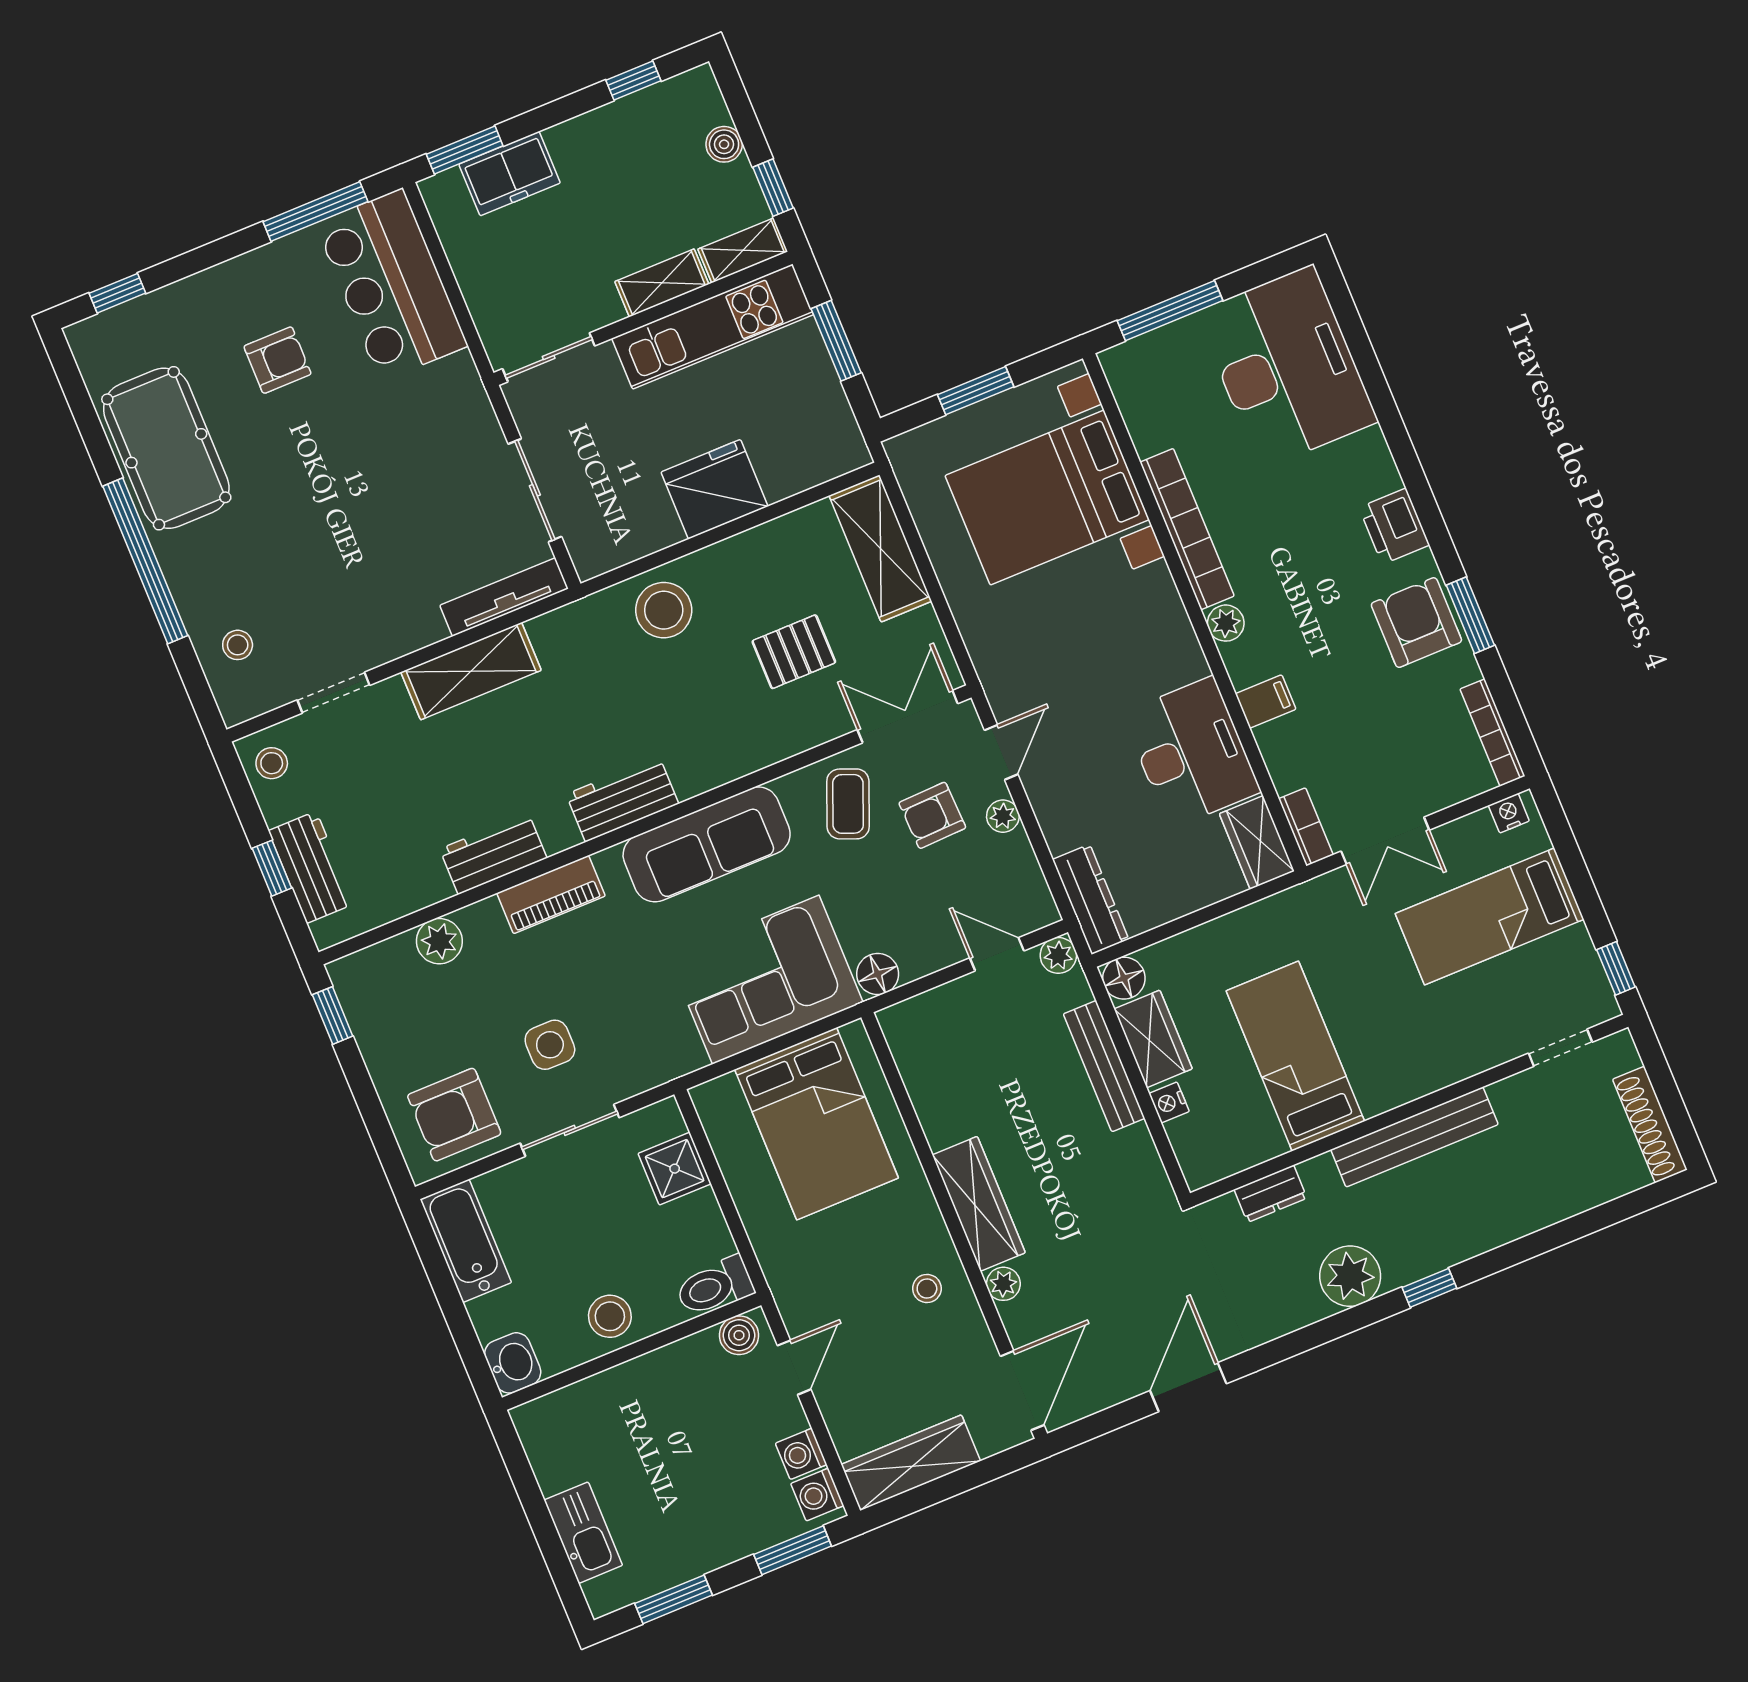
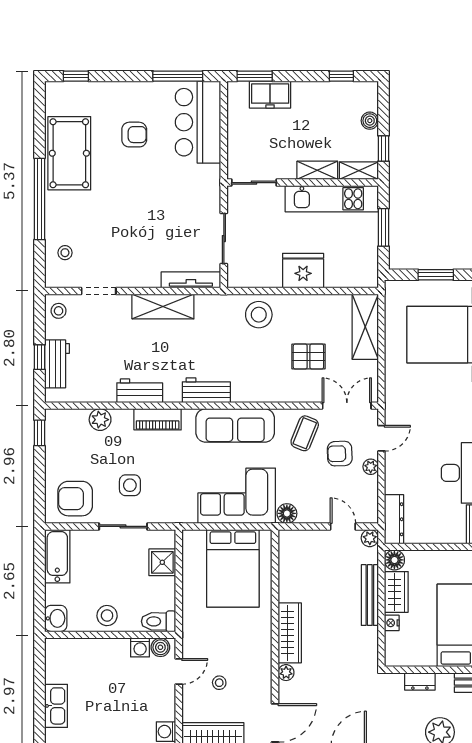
stool: (927, 1289) -> (219, 683), moved
washing machine: (801, 1454) -> (140, 647), moved, turned -90

